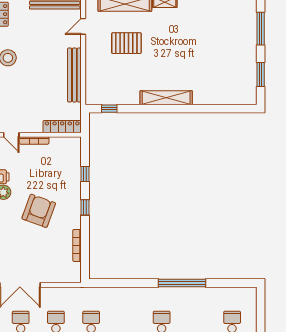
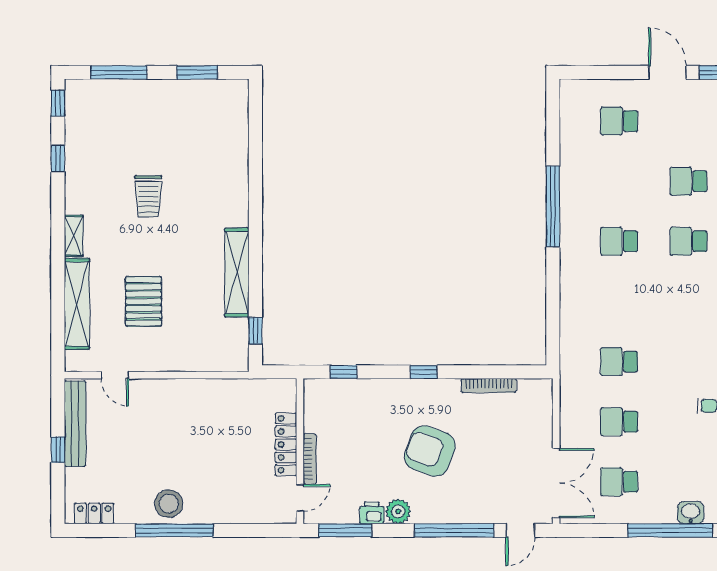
trolley: (188, 46) -> (148, 196), added
bench: (74, 75) -> (198, 390), removed
shelving: (166, 98) -> (237, 273), moved
locker: (62, 127) -> (286, 444), moved
window: (85, 174) -> (344, 372), moved

